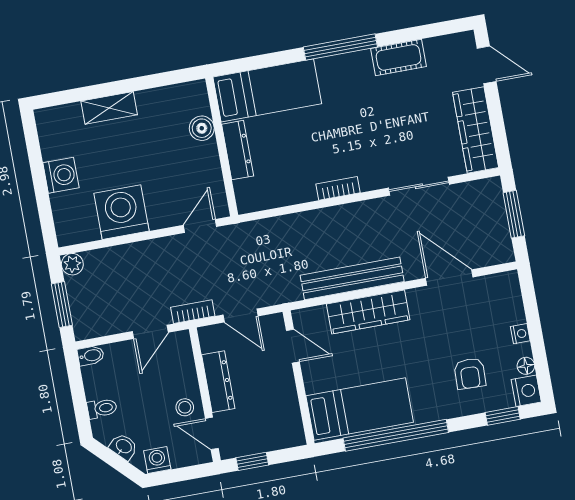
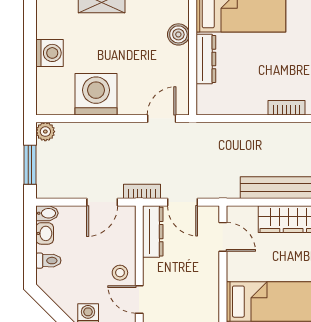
dresser: (218, 382) -> (153, 232), moved
washbasin: (124, 447) -> (45, 233), moved, turned 45

